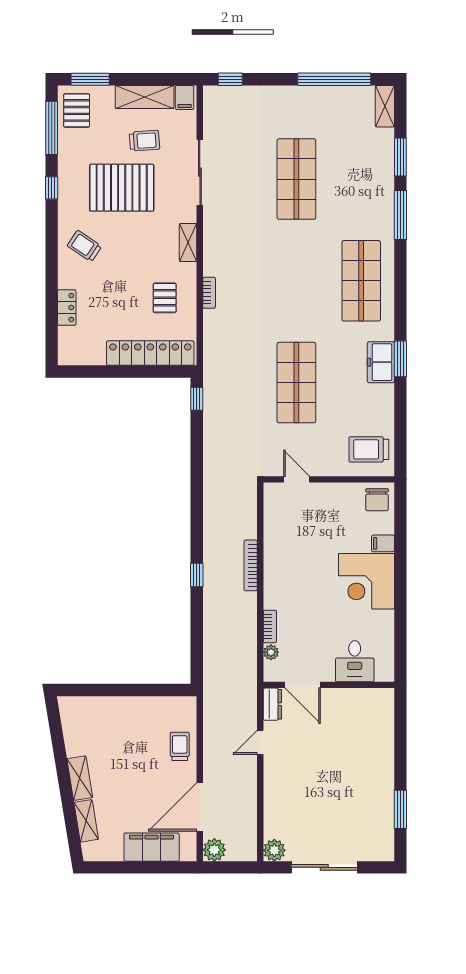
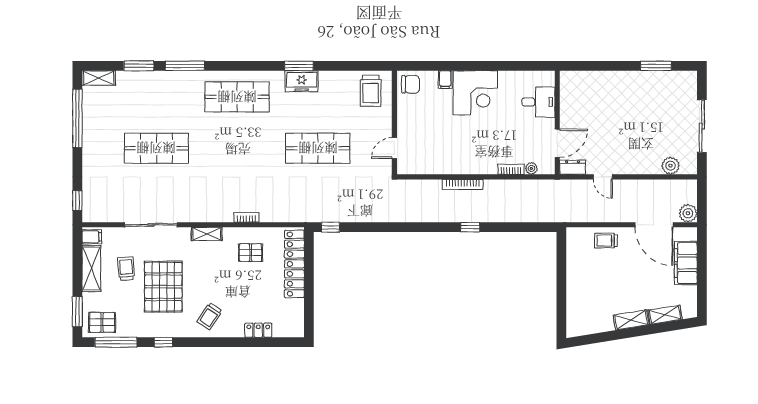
plant: (274, 850) -> (671, 166), moved

